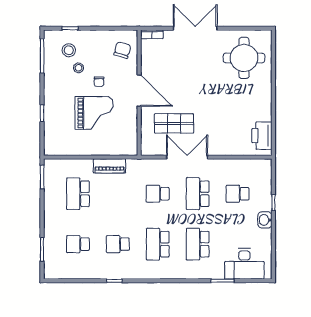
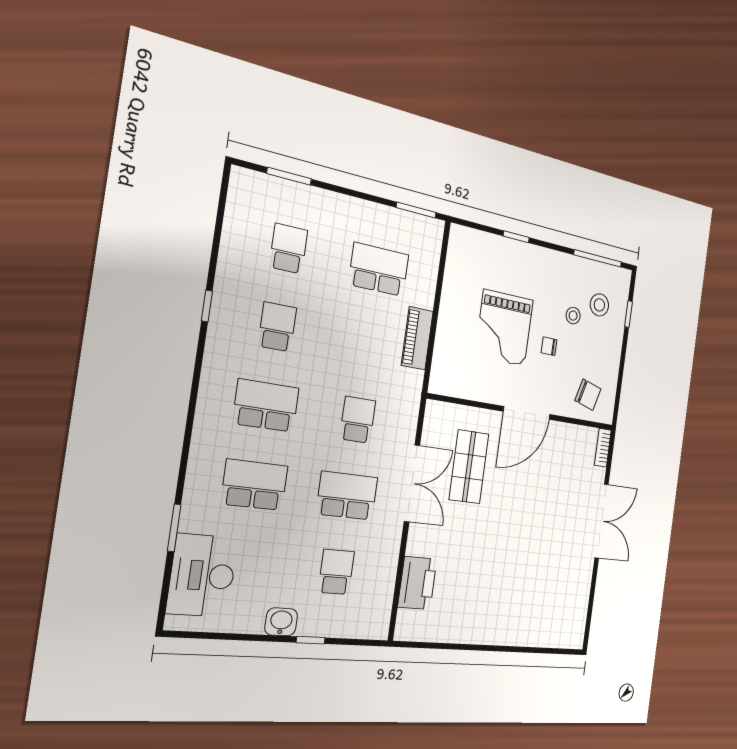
round table: (244, 58) -> (550, 600), removed
printer: (262, 136) -> (417, 583), moved, turned 90

